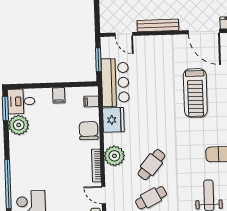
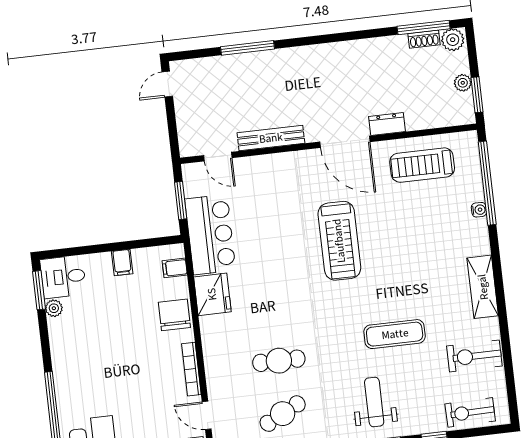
plant: (19, 125) -> (54, 308), width x0.53, depth x0.53
plant: (114, 156) -> (219, 351), removed
cafe table: (151, 165) -> (279, 361), turned 50

